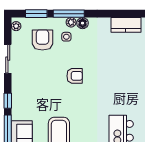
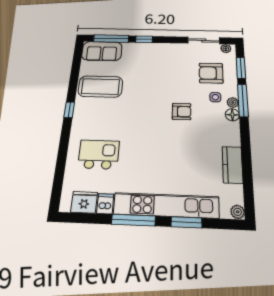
armchair: (42, 40) -> (211, 73), turned 180
sliding door: (8, 59) -> (204, 40), moved
armchair: (75, 76) -> (182, 112), moved, turned -90

